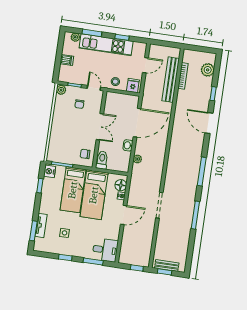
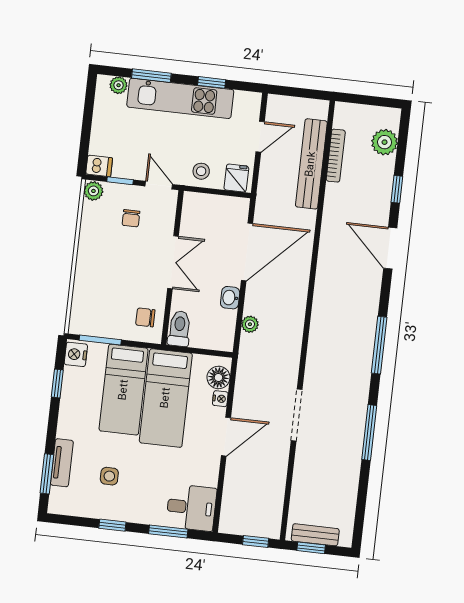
dishwasher: (67, 60) -> (99, 166), moved

